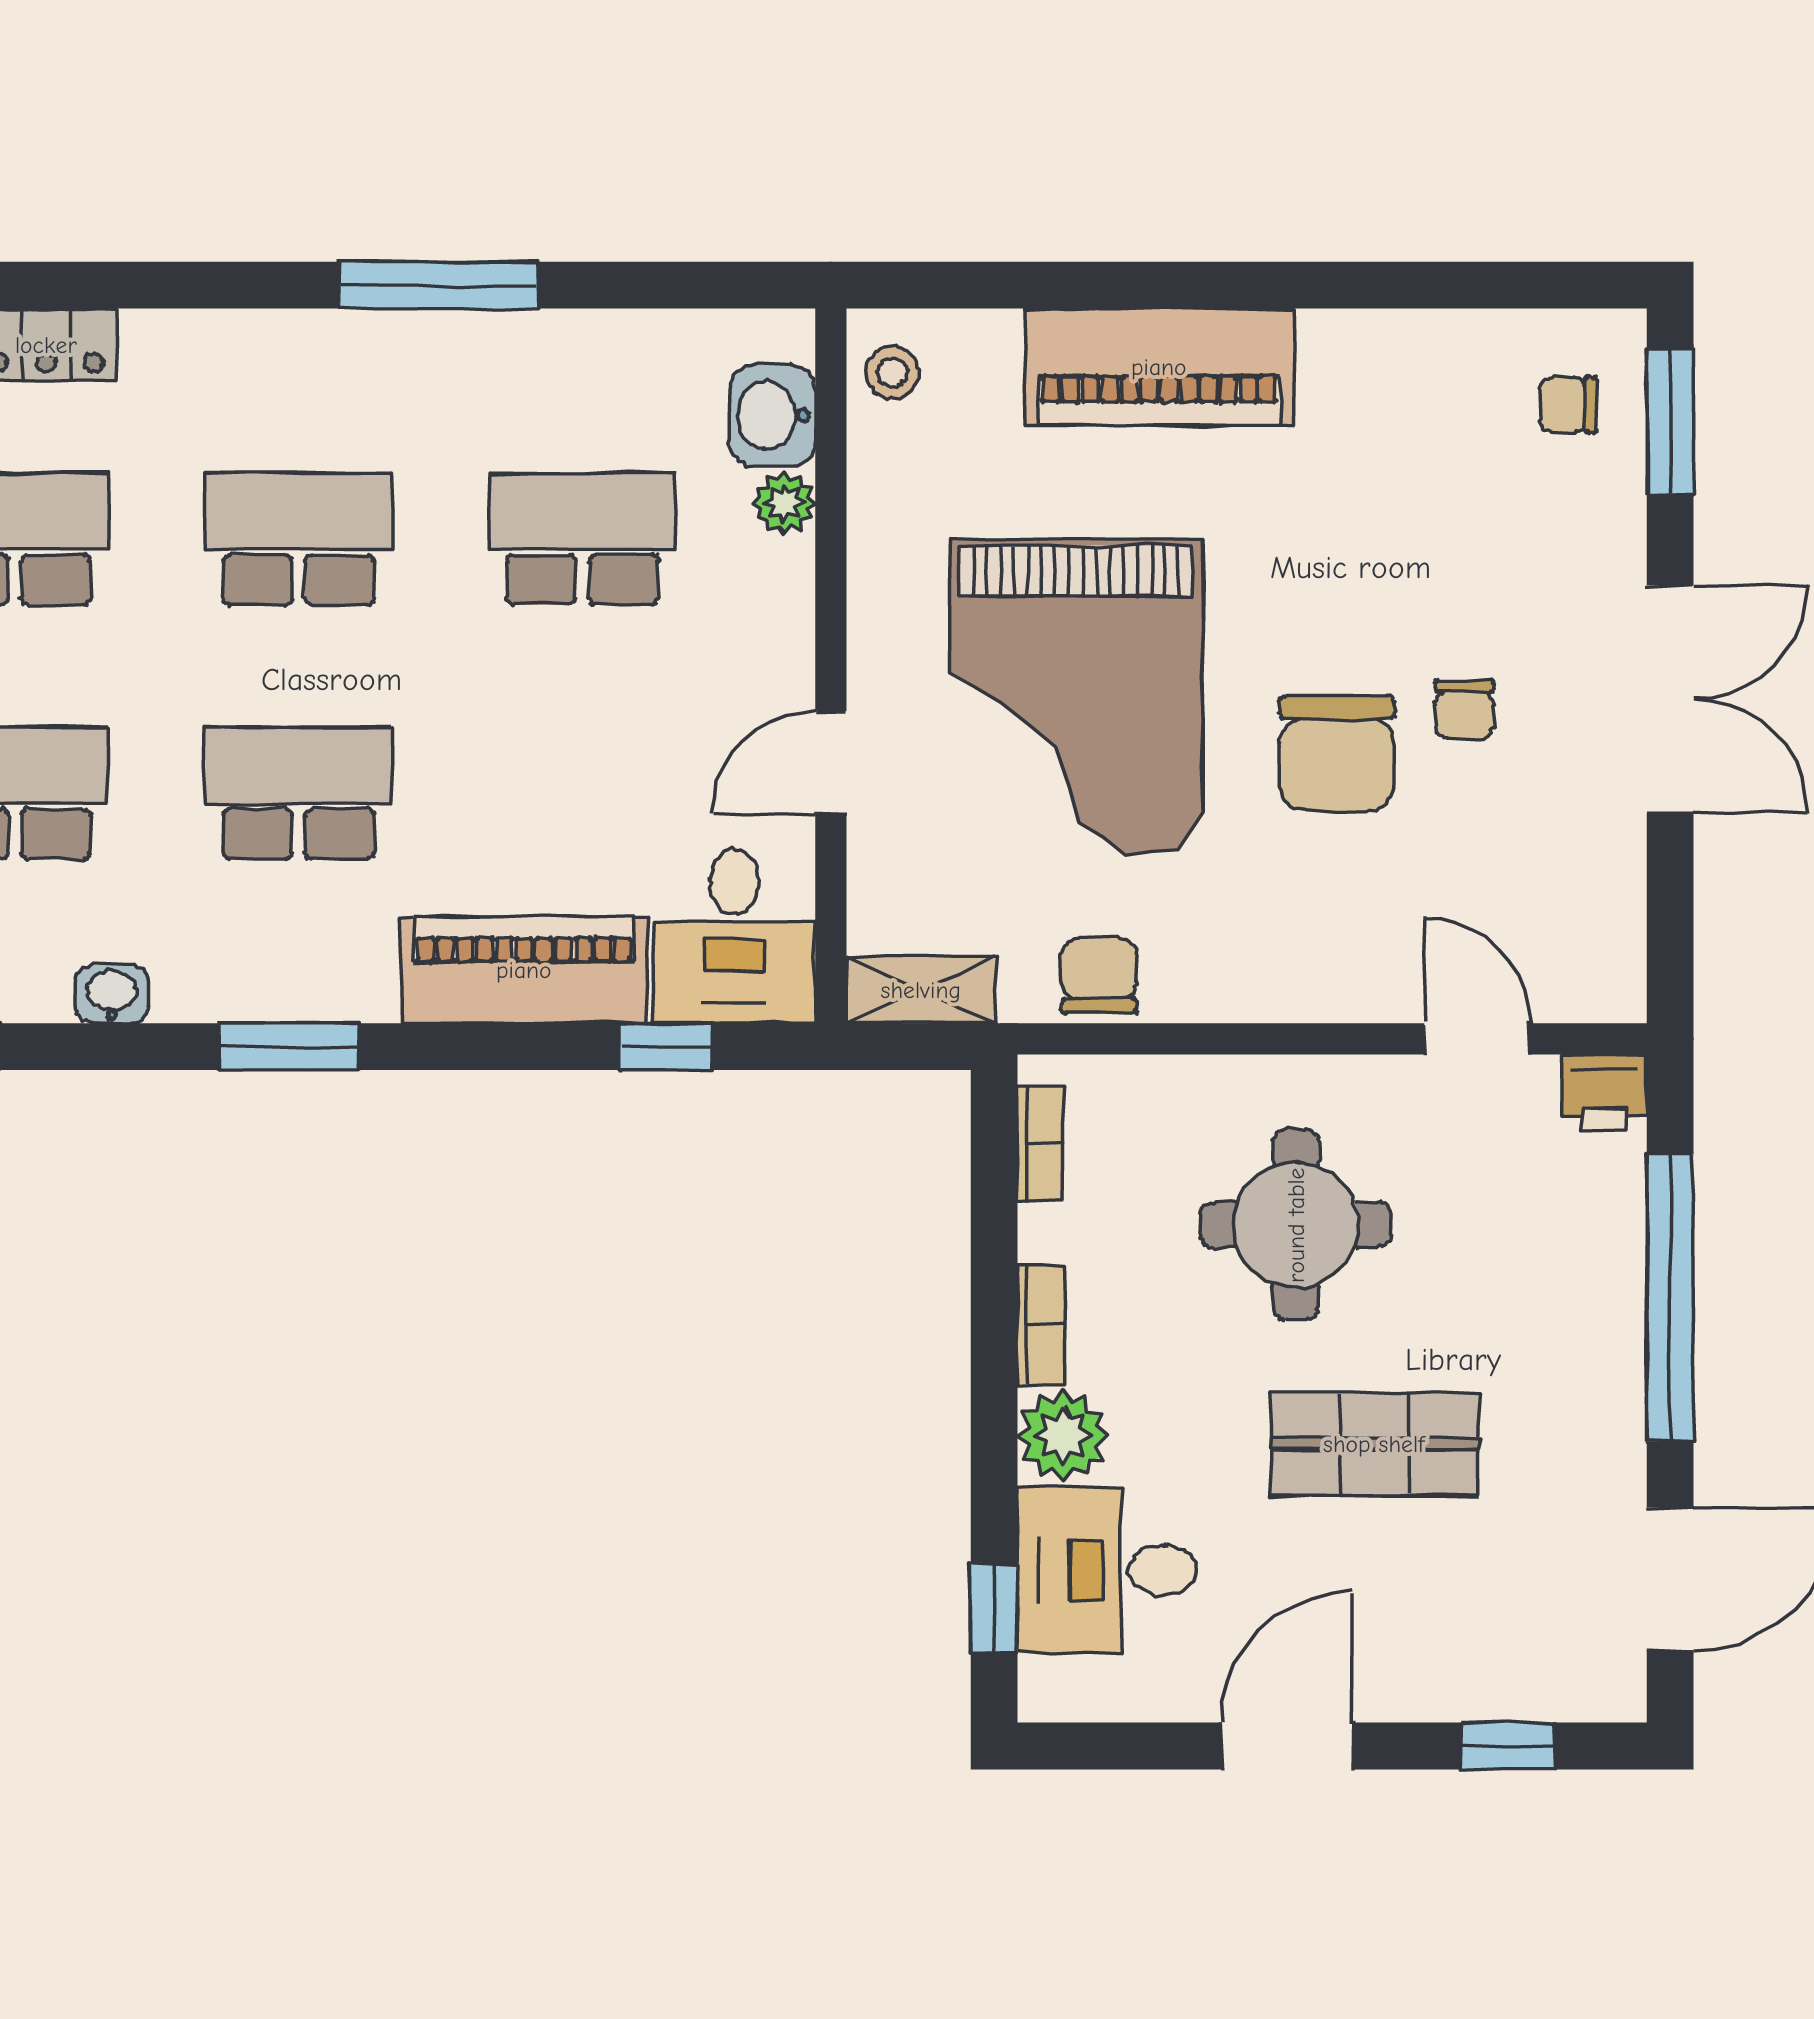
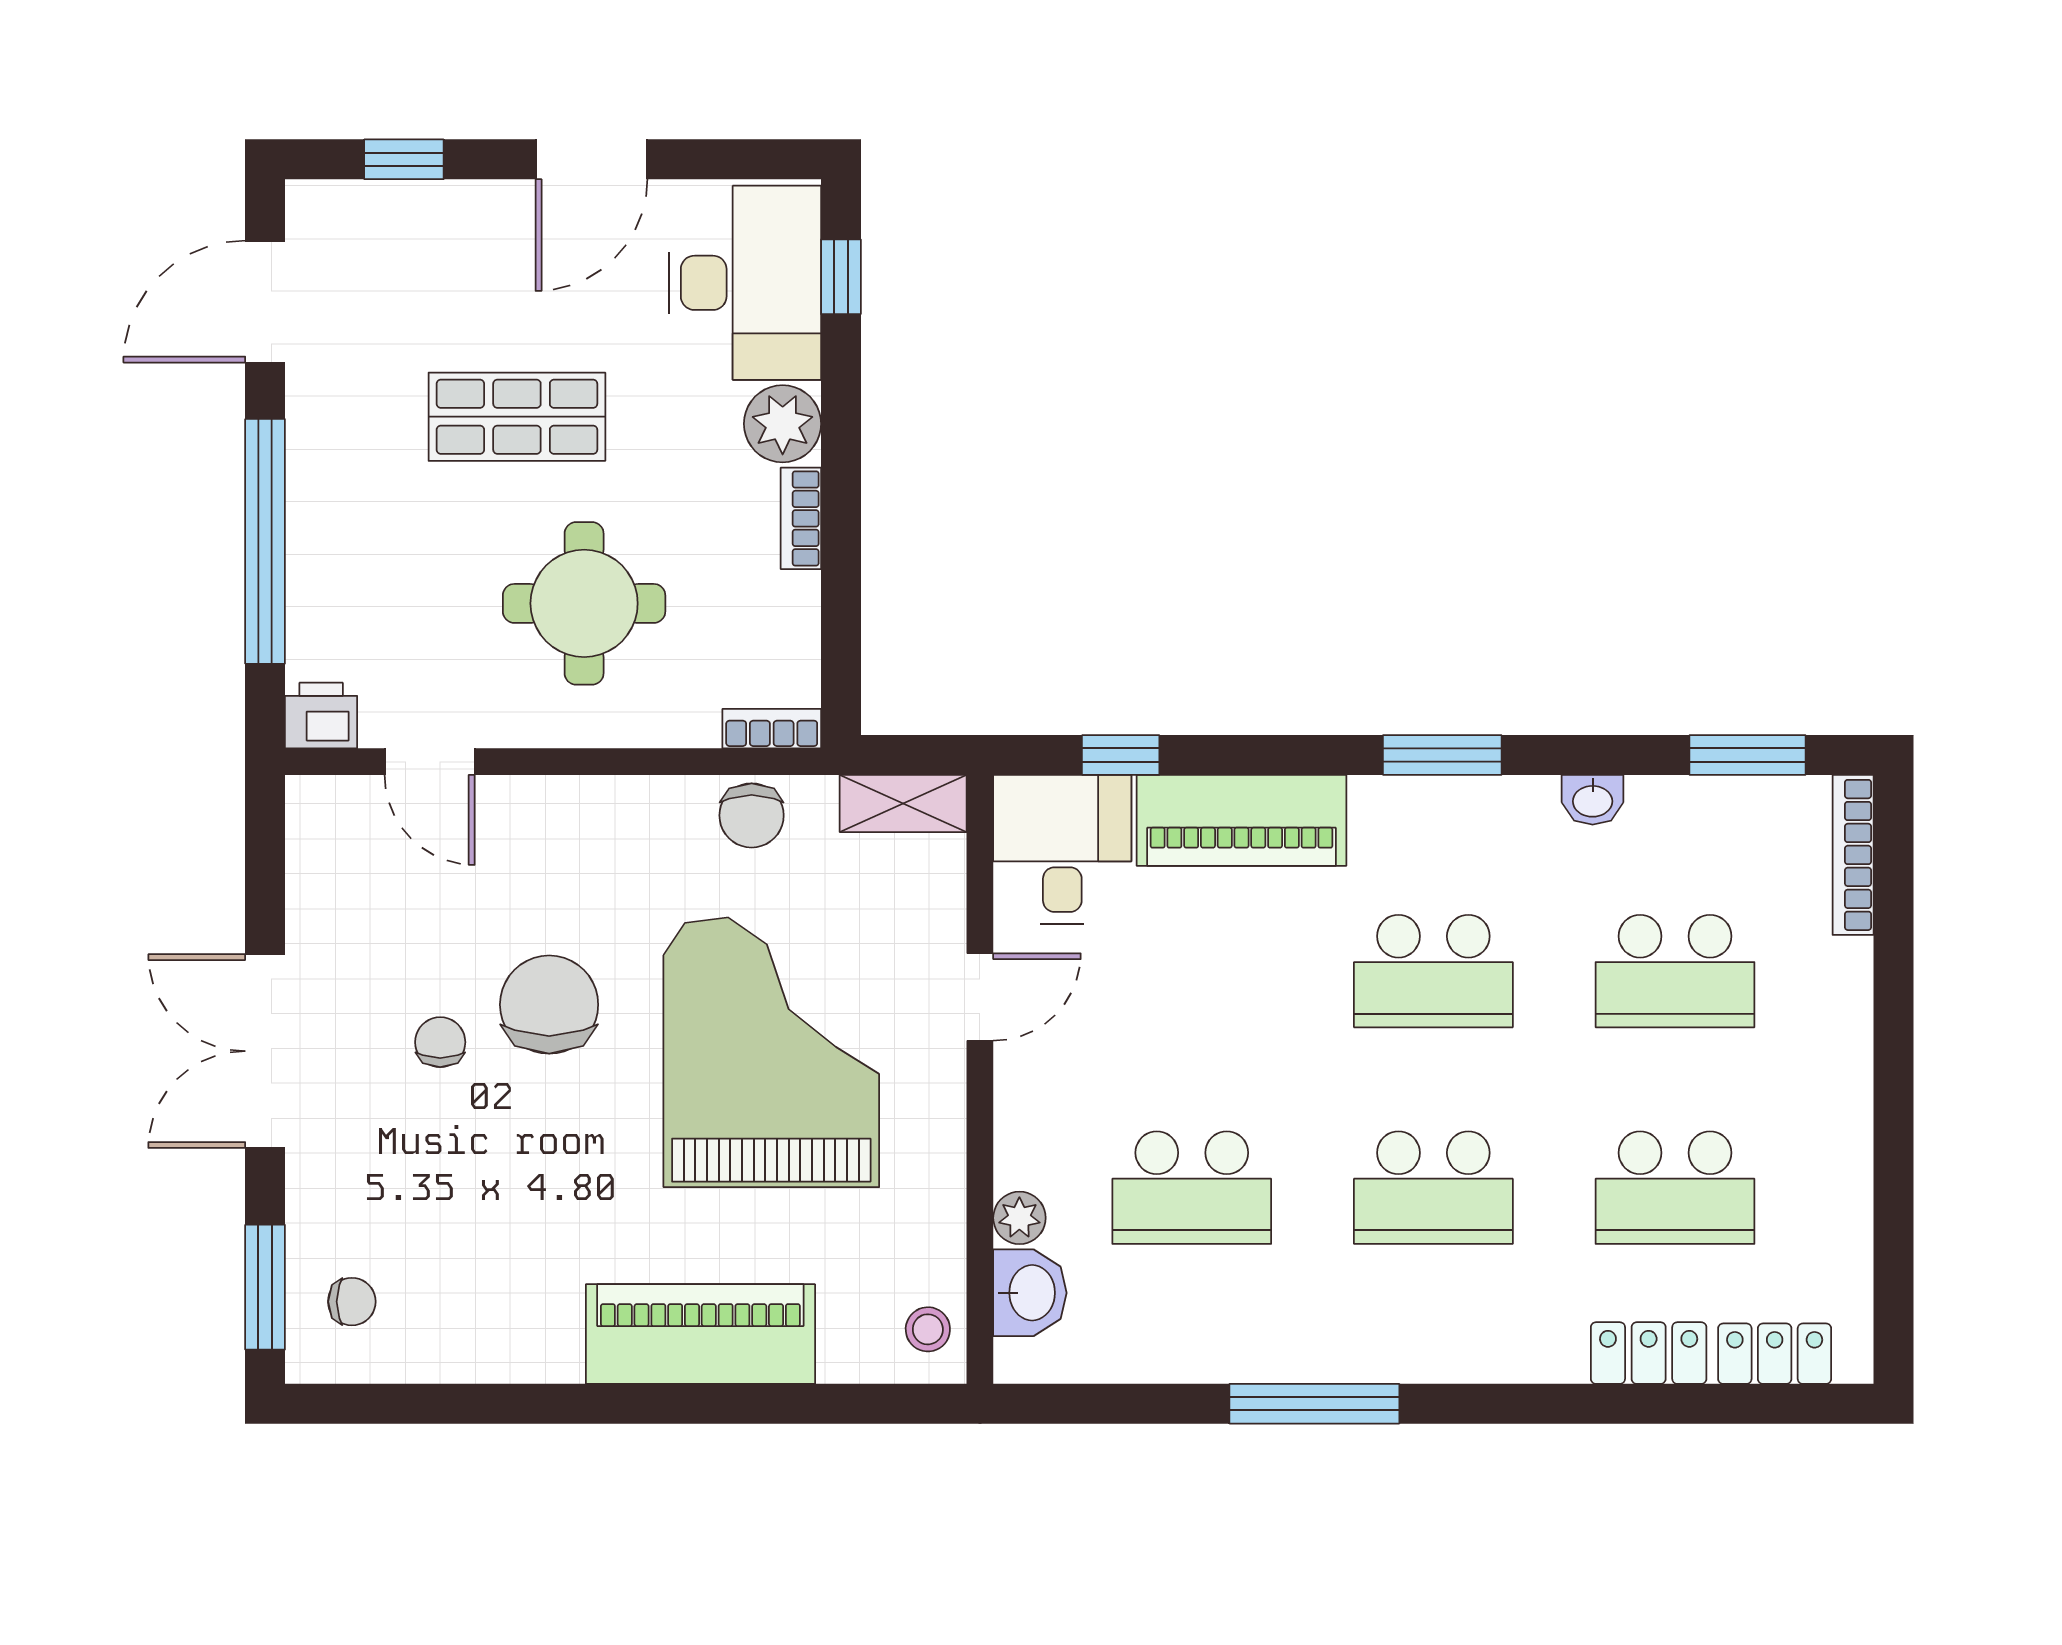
bookcase: (1041, 1144) -> (772, 729), moved, turned 90
desk: (1107, 1570) -> (745, 283), width x1.37

